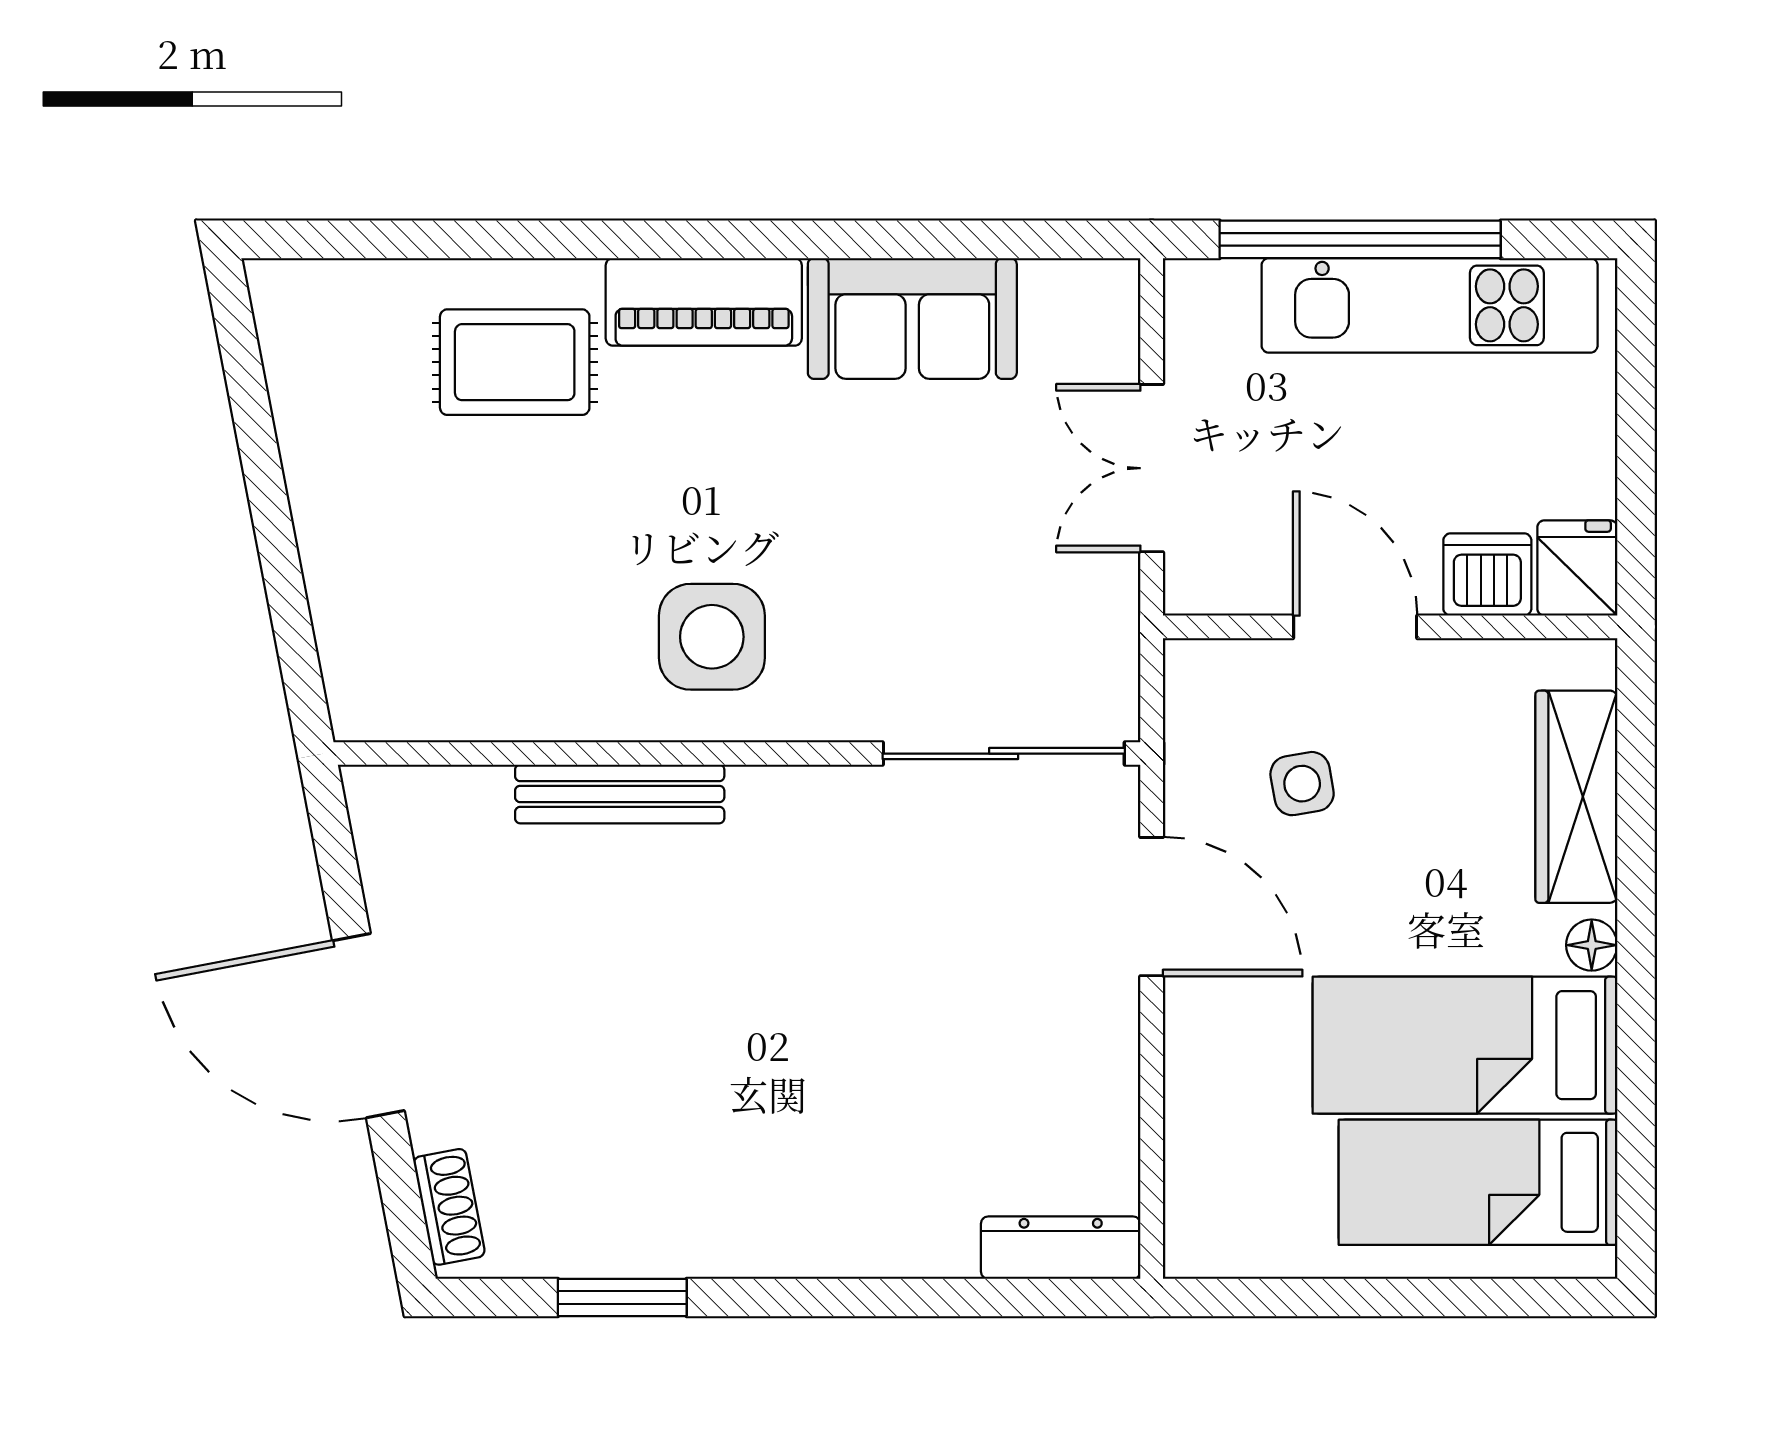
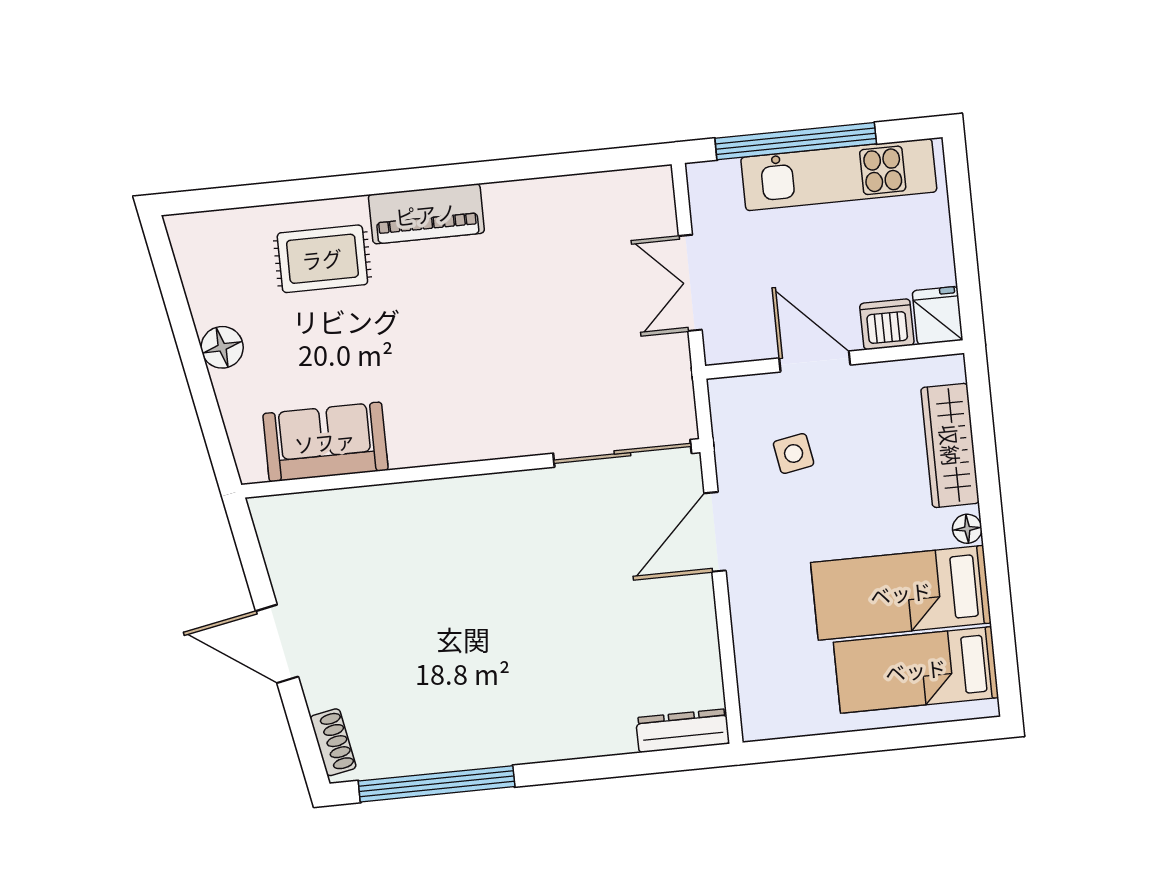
sofa: (912, 318) -> (325, 442), moved, turned 180
floor lamp: (324, 499) -> (222, 347), added
side table: (712, 637) -> (450, 404), removed
bench: (620, 794) -> (407, 498), removed
door: (1152, 907) -> (715, 532), swing flipped
door: (368, 1026) -> (277, 644), width x0.73
window: (622, 1297) -> (437, 784), width x2.11

